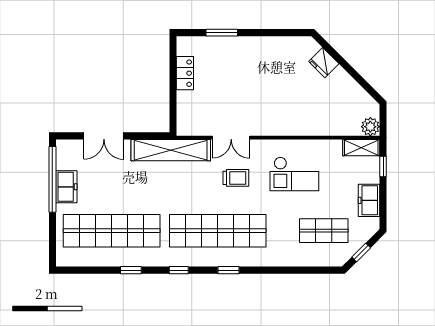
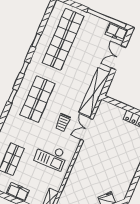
checkout: (294, 174) -> (51, 156), turned -90
freezer: (66, 187) -> (117, 32), moved
shop shelf: (218, 231) -> (37, 99), width x0.71

